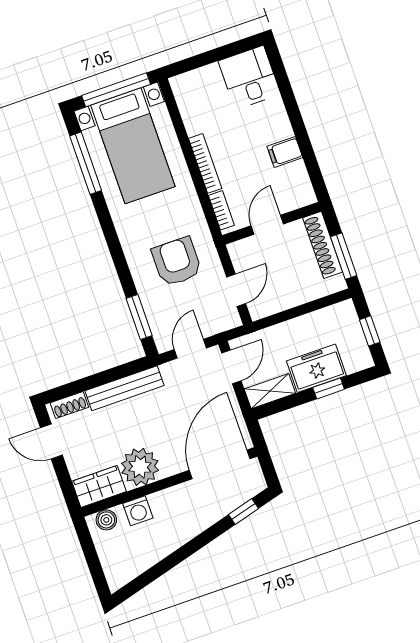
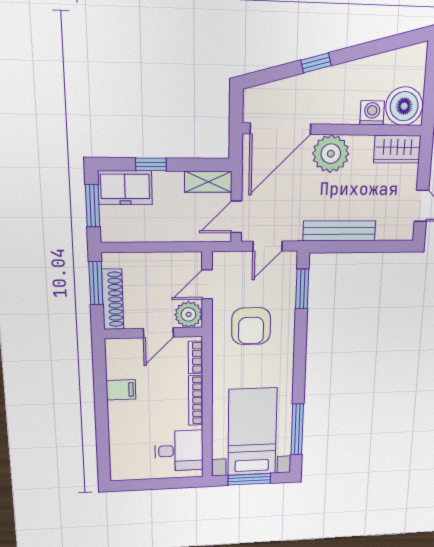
desk: (249, 78) -> (179, 451), moved, turned -90
window: (116, 90) -> (249, 479), width x0.69
plant: (244, 253) -> (189, 314), added
window: (370, 331) -> (93, 206), width x1.50
freezer: (316, 368) -> (125, 188), moved
shoe rack: (69, 405) -> (393, 233), removed
plant: (140, 467) -> (331, 154), moved
window: (243, 511) -> (316, 63), moved
boiler: (106, 520) -> (404, 106), width x1.86, depth x1.86

